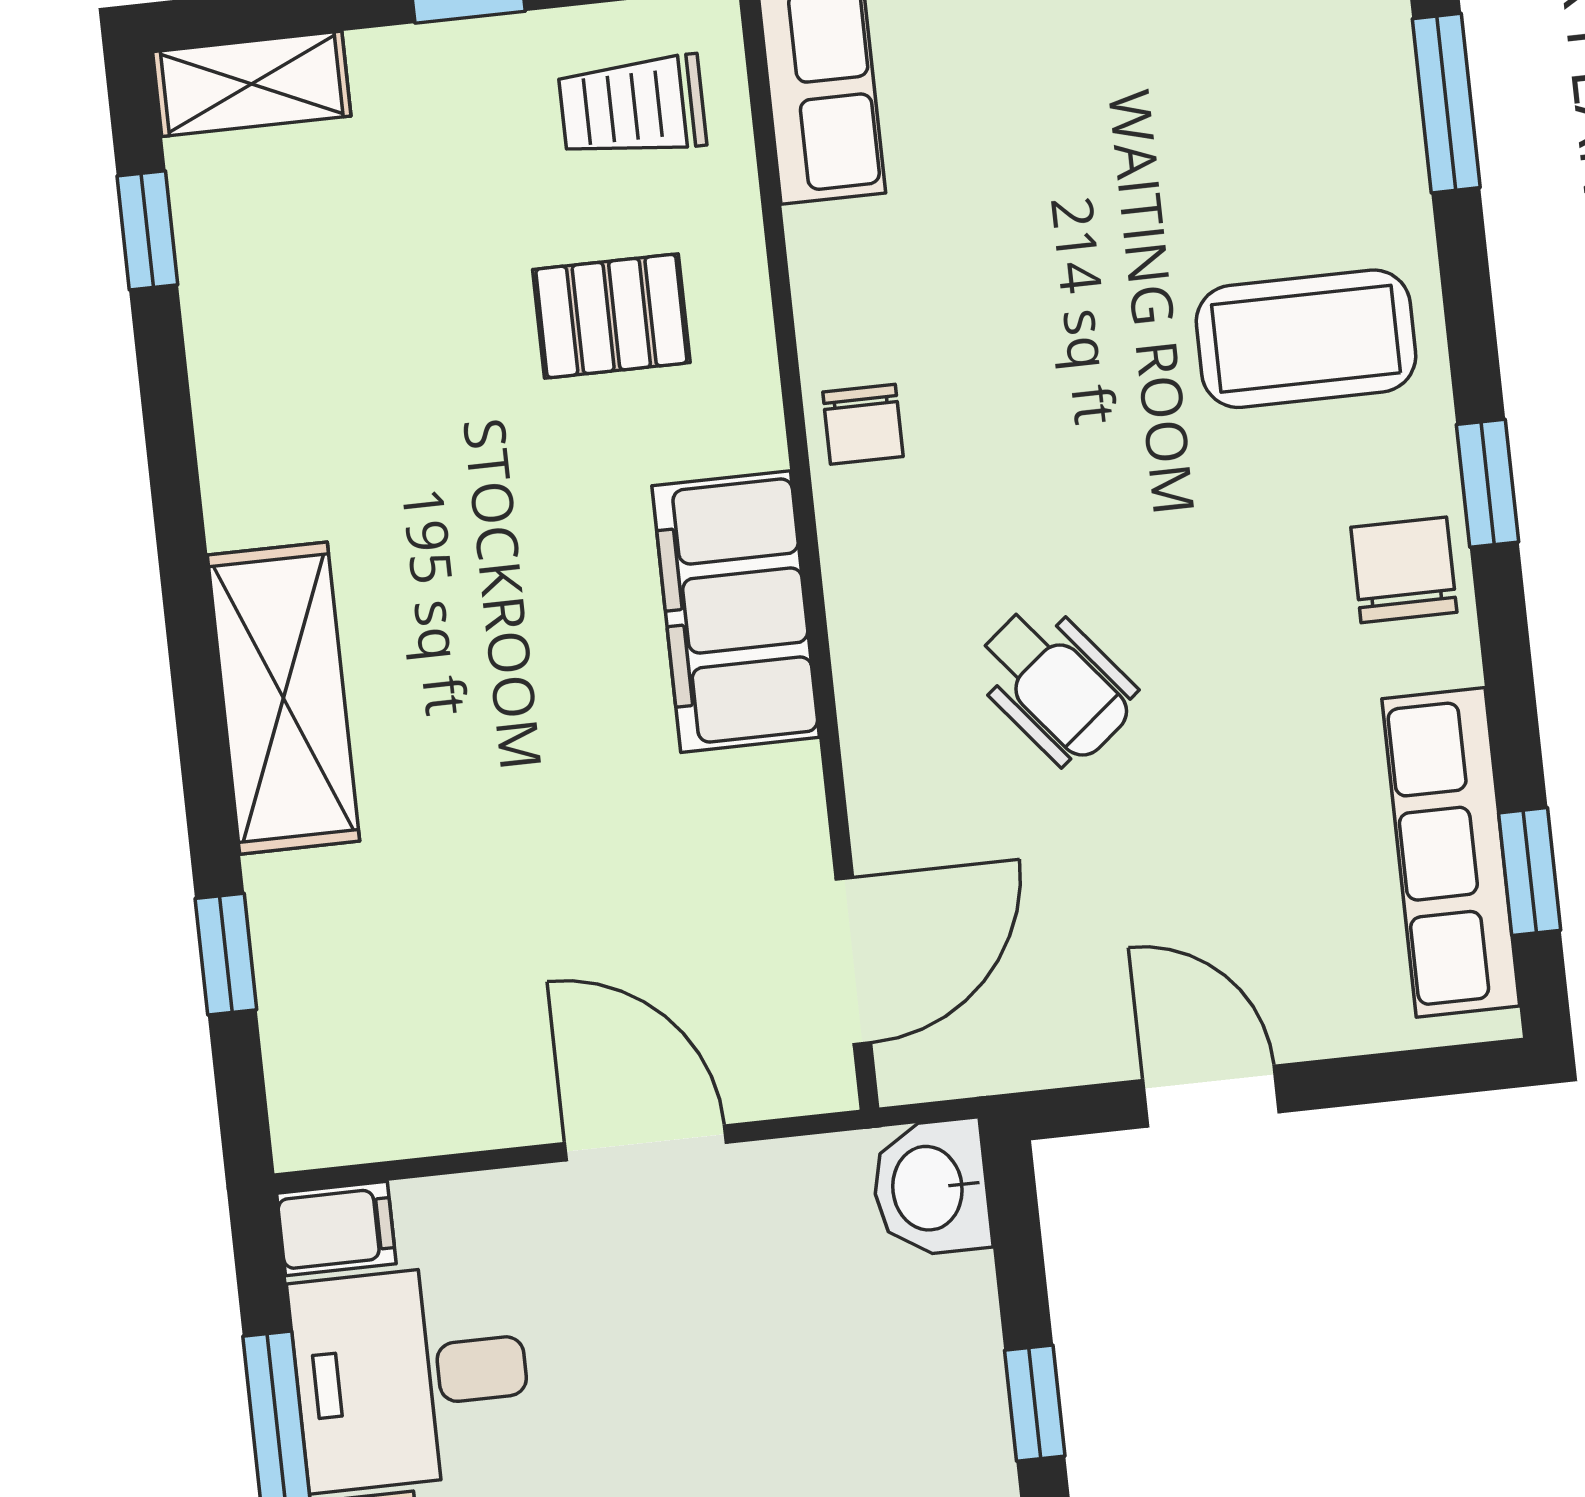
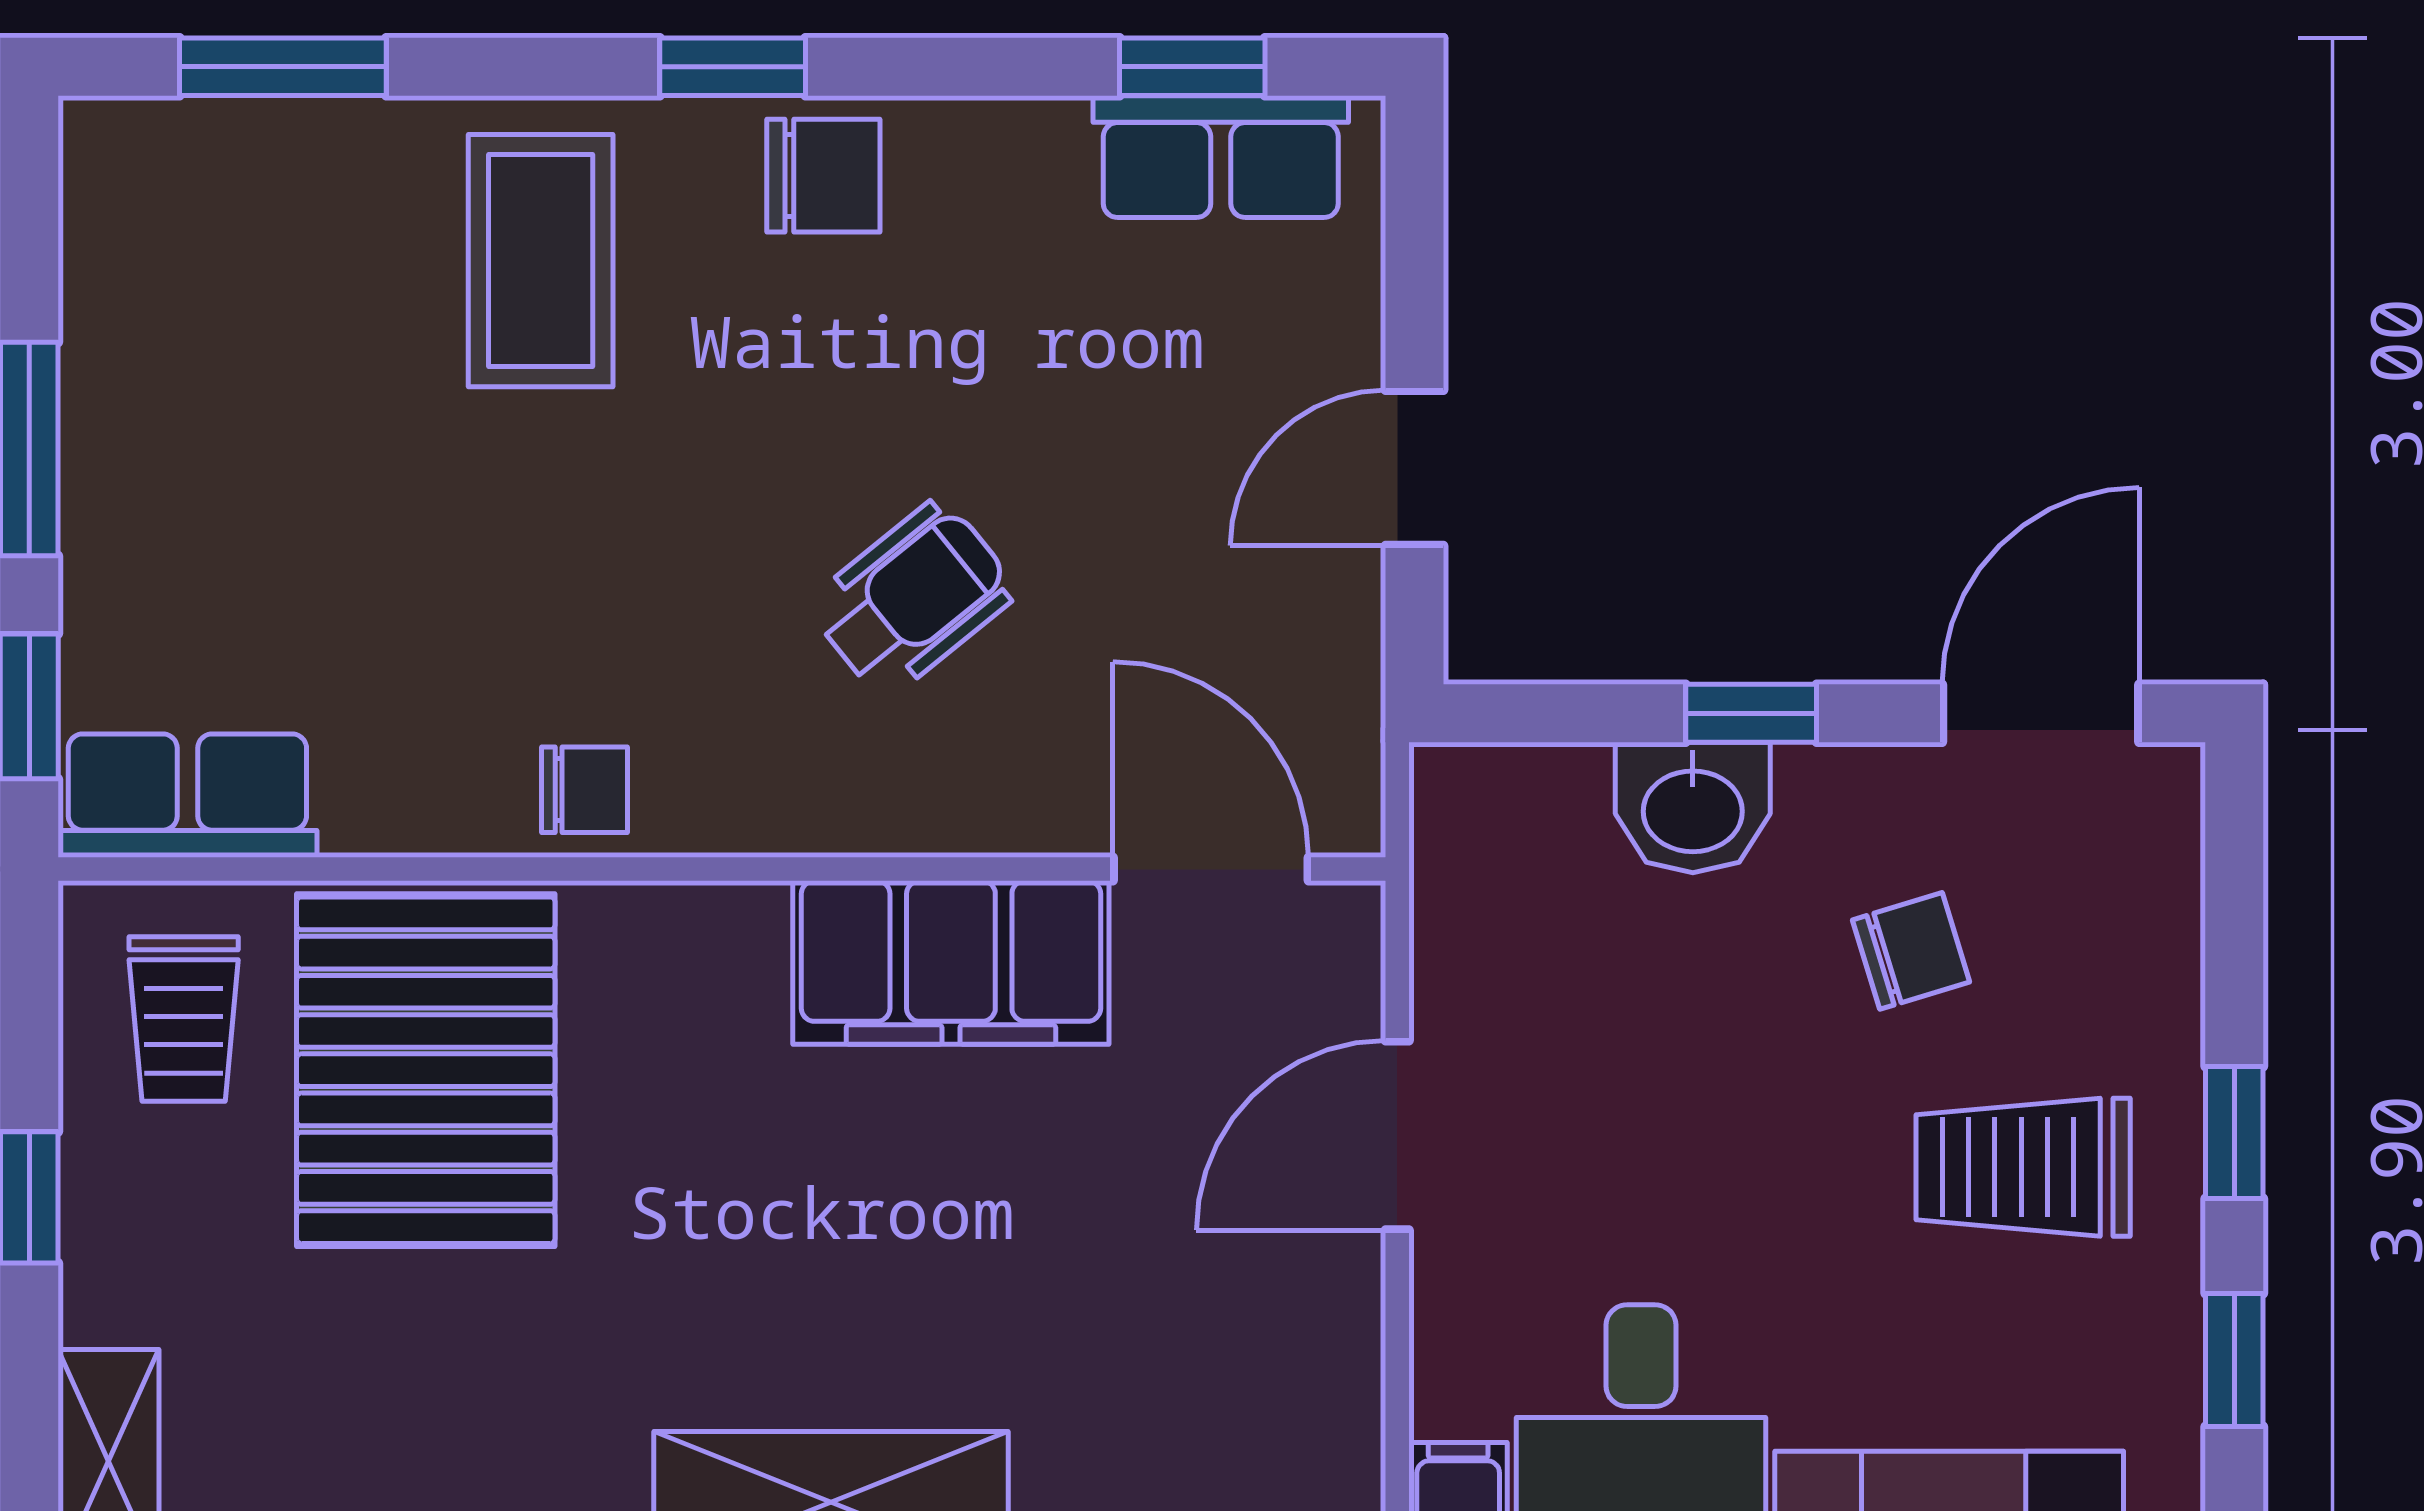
pallet: (611, 316) -> (426, 1070), width x2.05, depth x2.00
chair: (1404, 570) -> (823, 176), turned 180
filing cabinet: (736, 612) -> (951, 962), moved
row of seats: (1451, 852) -> (1221, 157), width x0.68
washbasin: (931, 1188) -> (1693, 807), moved

